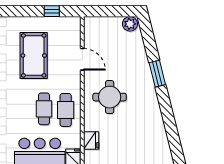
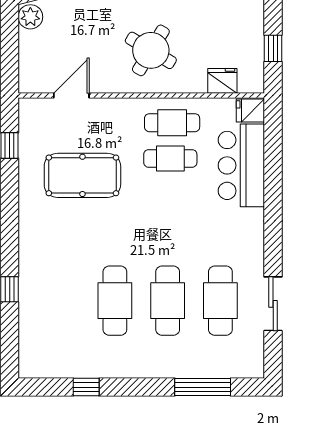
door: (82, 59) -> (71, 95), moved
round table: (110, 97) -> (151, 50), turned 31

